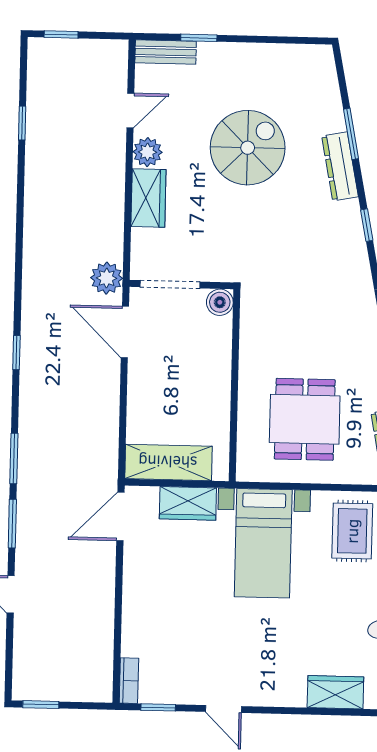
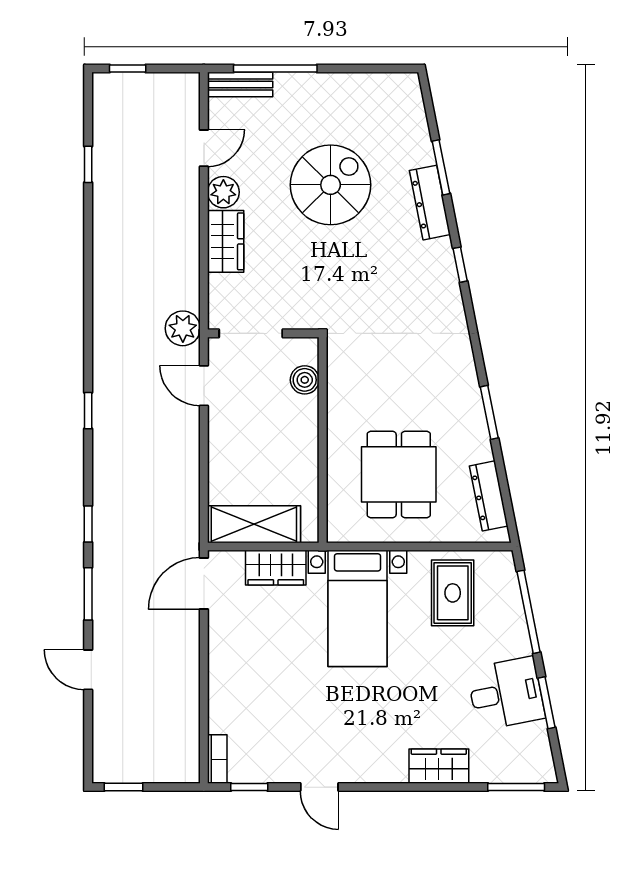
window: (199, 38) -> (275, 68), width x2.17
boiler: (220, 302) -> (305, 380), moved
door: (125, 332) -> (204, 386), width x0.73
window: (14, 458) -> (88, 524), width x0.67

